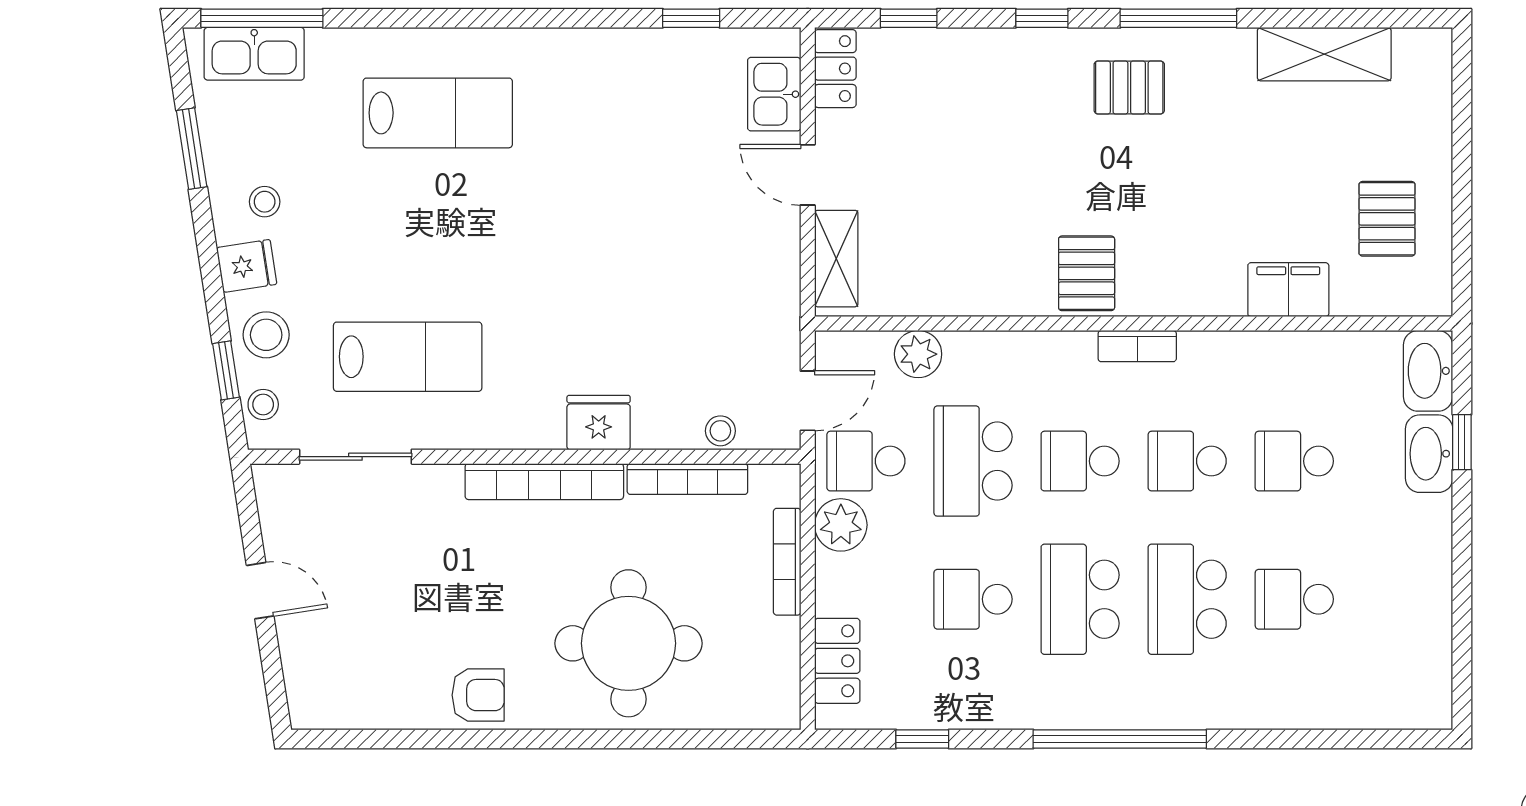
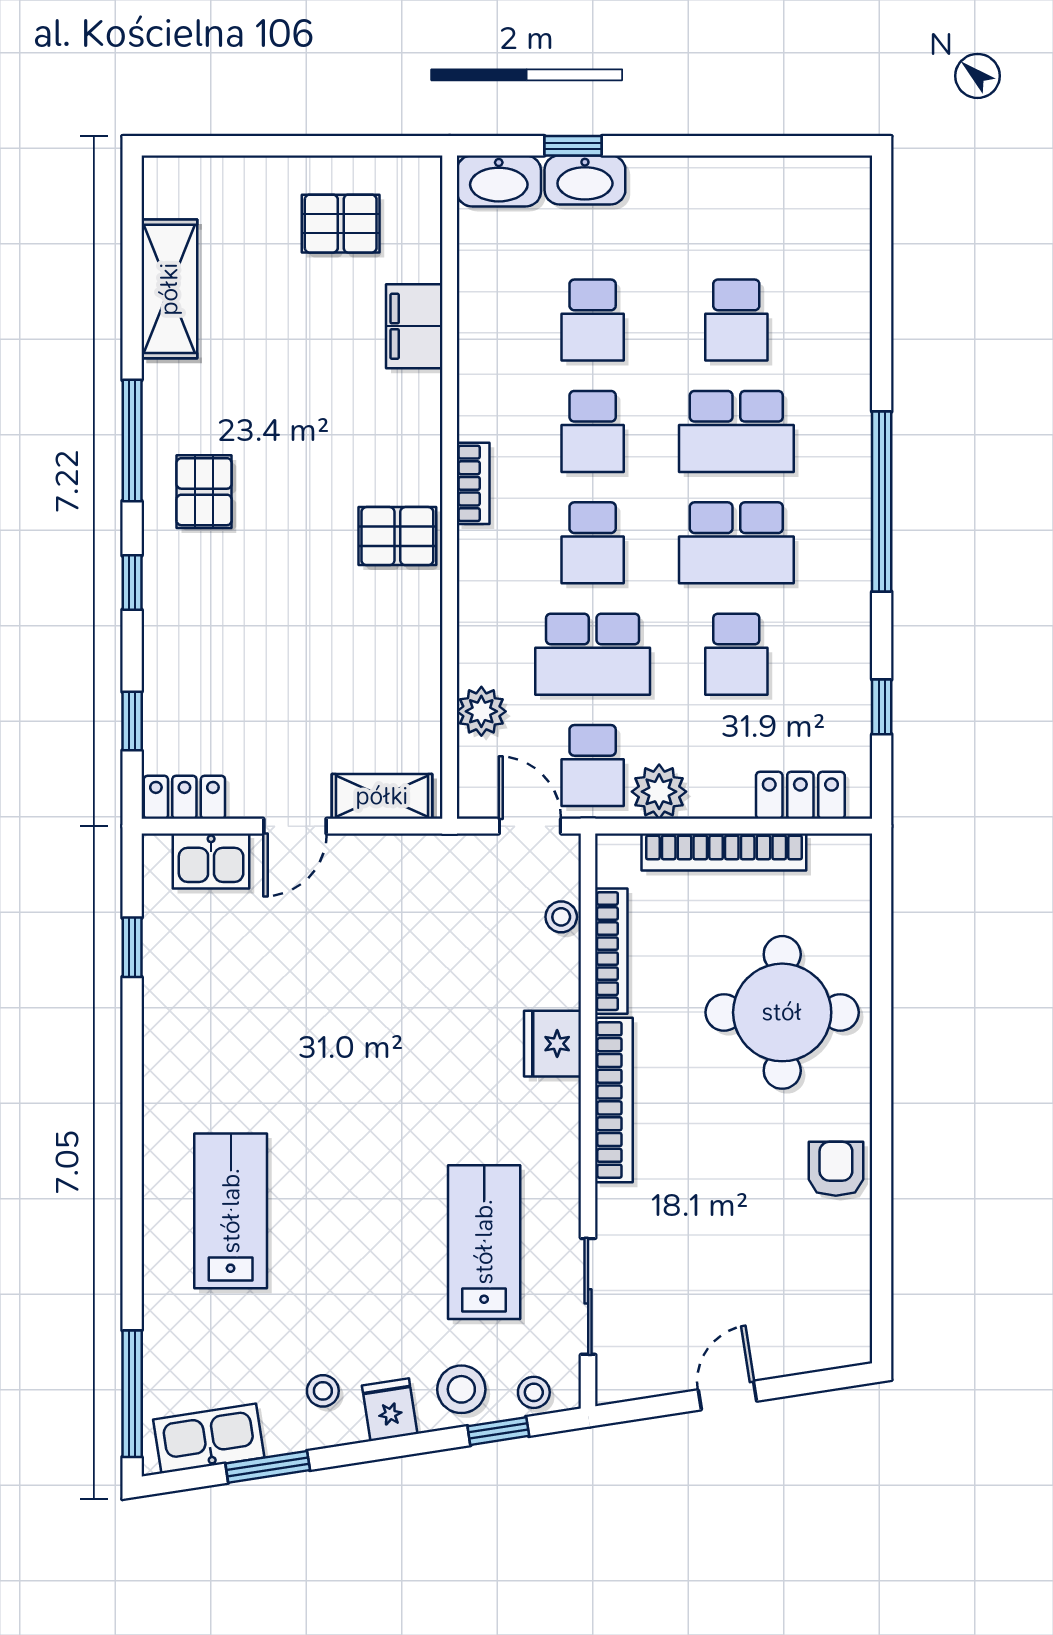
kitchen sink: (254, 54) -> (209, 1439), moved, turned -99
bookcase: (787, 562) -> (724, 852), width x1.48, depth x1.31

